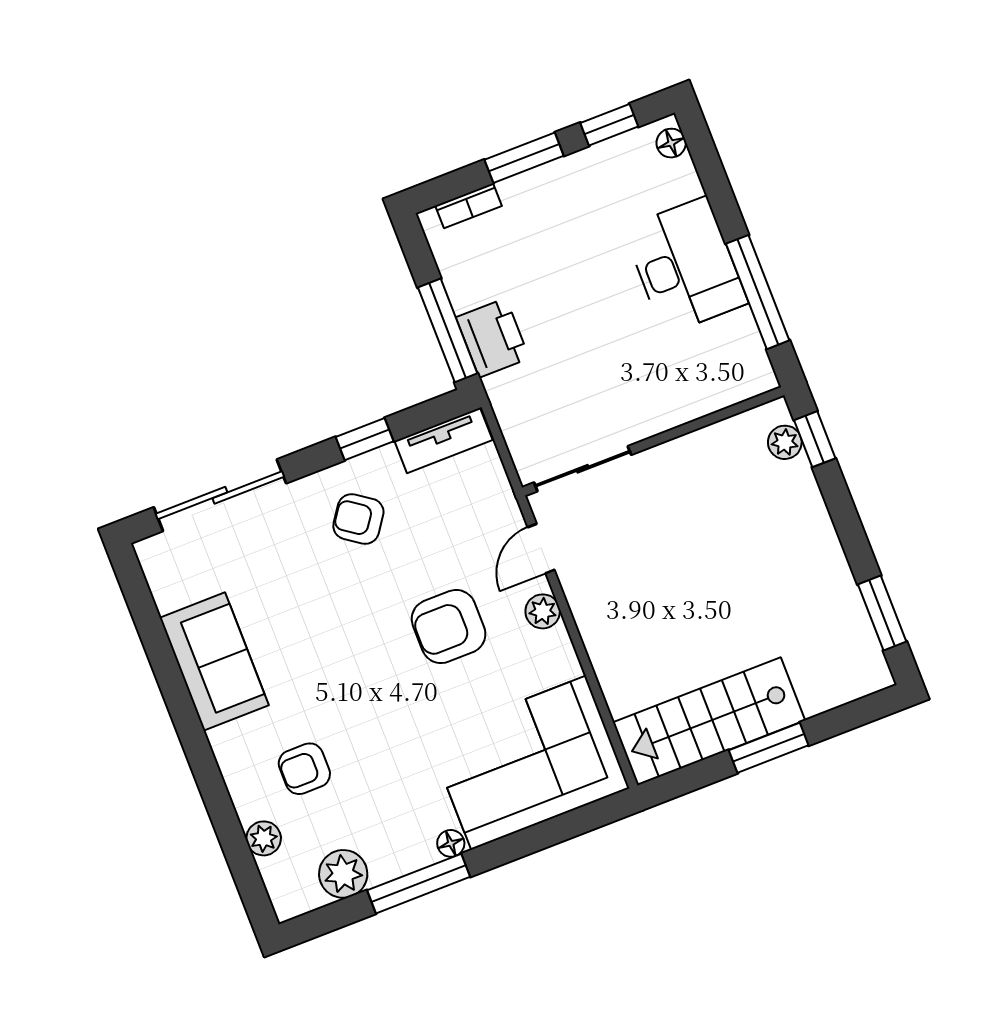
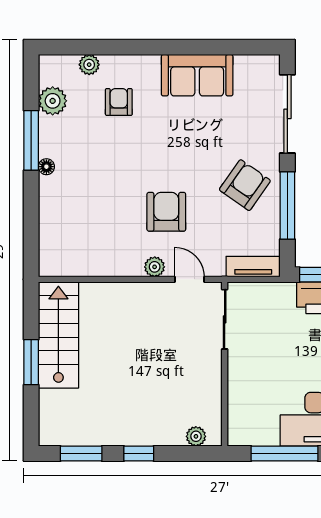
window: (365, 439) -> (287, 206), width x2.17
window: (815, 439) -> (139, 454), moved
tv unit: (443, 440) -> (253, 267), moved, turned 90
armchair: (358, 519) -> (245, 185), width x1.38, depth x1.38
corner sofa: (529, 763) -> (74, 227), removed

